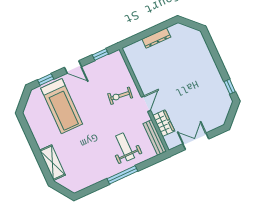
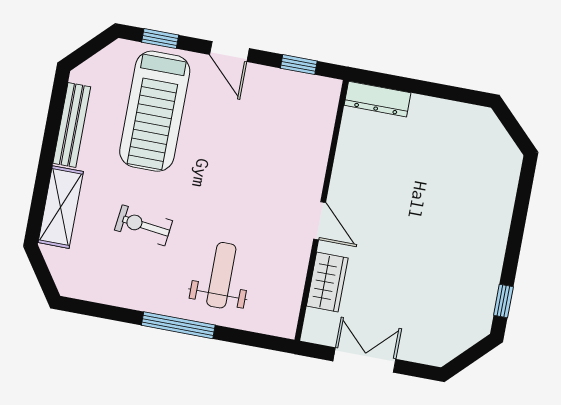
dresser: (156, 38) -> (377, 99), moved
exercise bike: (120, 96) -> (144, 225), moved
door: (146, 104) -> (320, 221), hinge flipped
bench: (155, 137) -> (72, 125), moved

